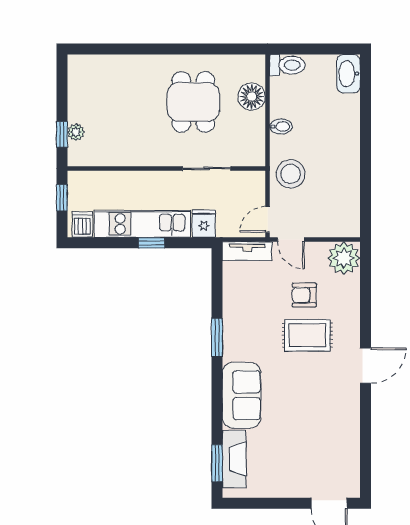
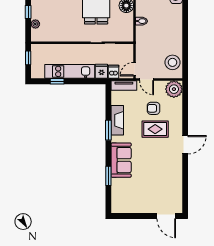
window: (62, 134) -> (28, 12), moved
stool: (291, 174) -> (172, 62), moved
dishwasher: (82, 224) -> (114, 72), moved
window: (152, 243) -> (57, 81), moved
fireplace: (234, 459) -> (117, 120), moved
window: (217, 463) -> (108, 176), moved

